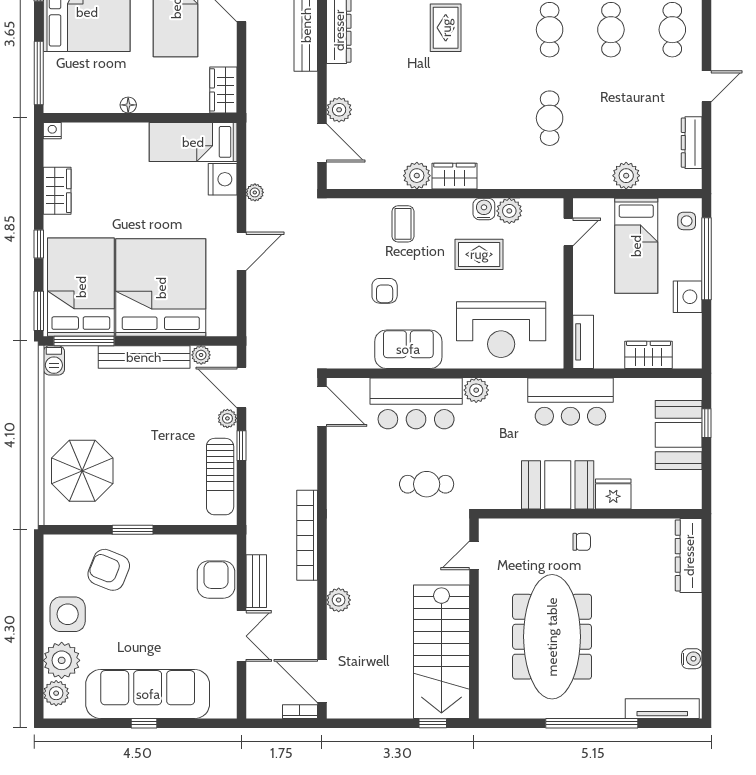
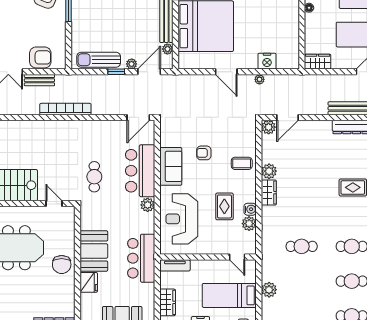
plant: (339, 110) -> (269, 127), moved
bed: (193, 142) -> (288, 44), removed
chair: (582, 542) -> (62, 265), width x1.87, depth x1.87
plant: (339, 600) -> (29, 127), removed

